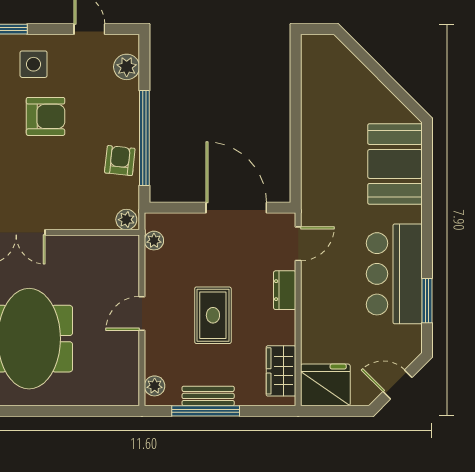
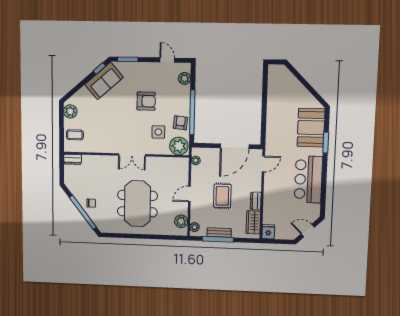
side table: (34, 64) -> (158, 132), moved
door: (236, 208) -> (235, 146), swing flipped
plant: (126, 220) -> (179, 146), width x1.88, depth x1.88
dresser: (285, 290) -> (256, 201), moved
window: (427, 301) -> (326, 143), moved
plant: (125, 374) -> (181, 221), added
fridge: (325, 385) -> (268, 232), width x0.53, depth x0.75

